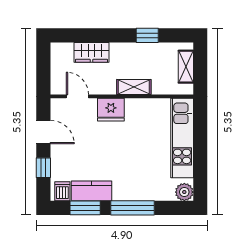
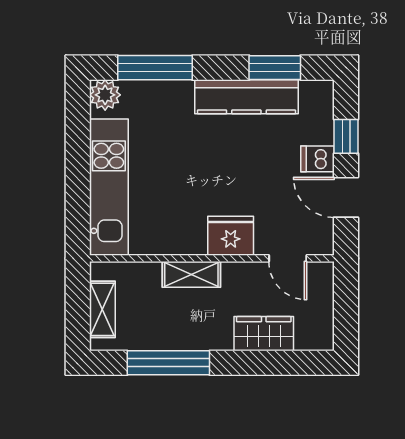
window: (147, 35) -> (168, 363), width x2.17
dishwasher: (62, 191) -> (317, 159), moved, turned 90
kitchen counter: (92, 191) -> (246, 97), width x1.50
window: (133, 208) -> (155, 68), moved

